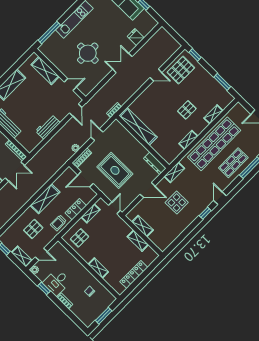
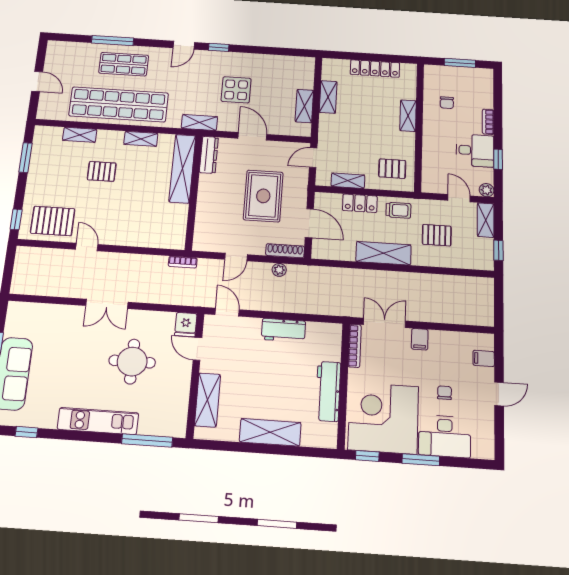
fridge: (136, 37) -> (186, 325), moved
door: (76, 110) -> (227, 312), hinge flipped
shelving: (138, 126) -> (182, 169), moved

